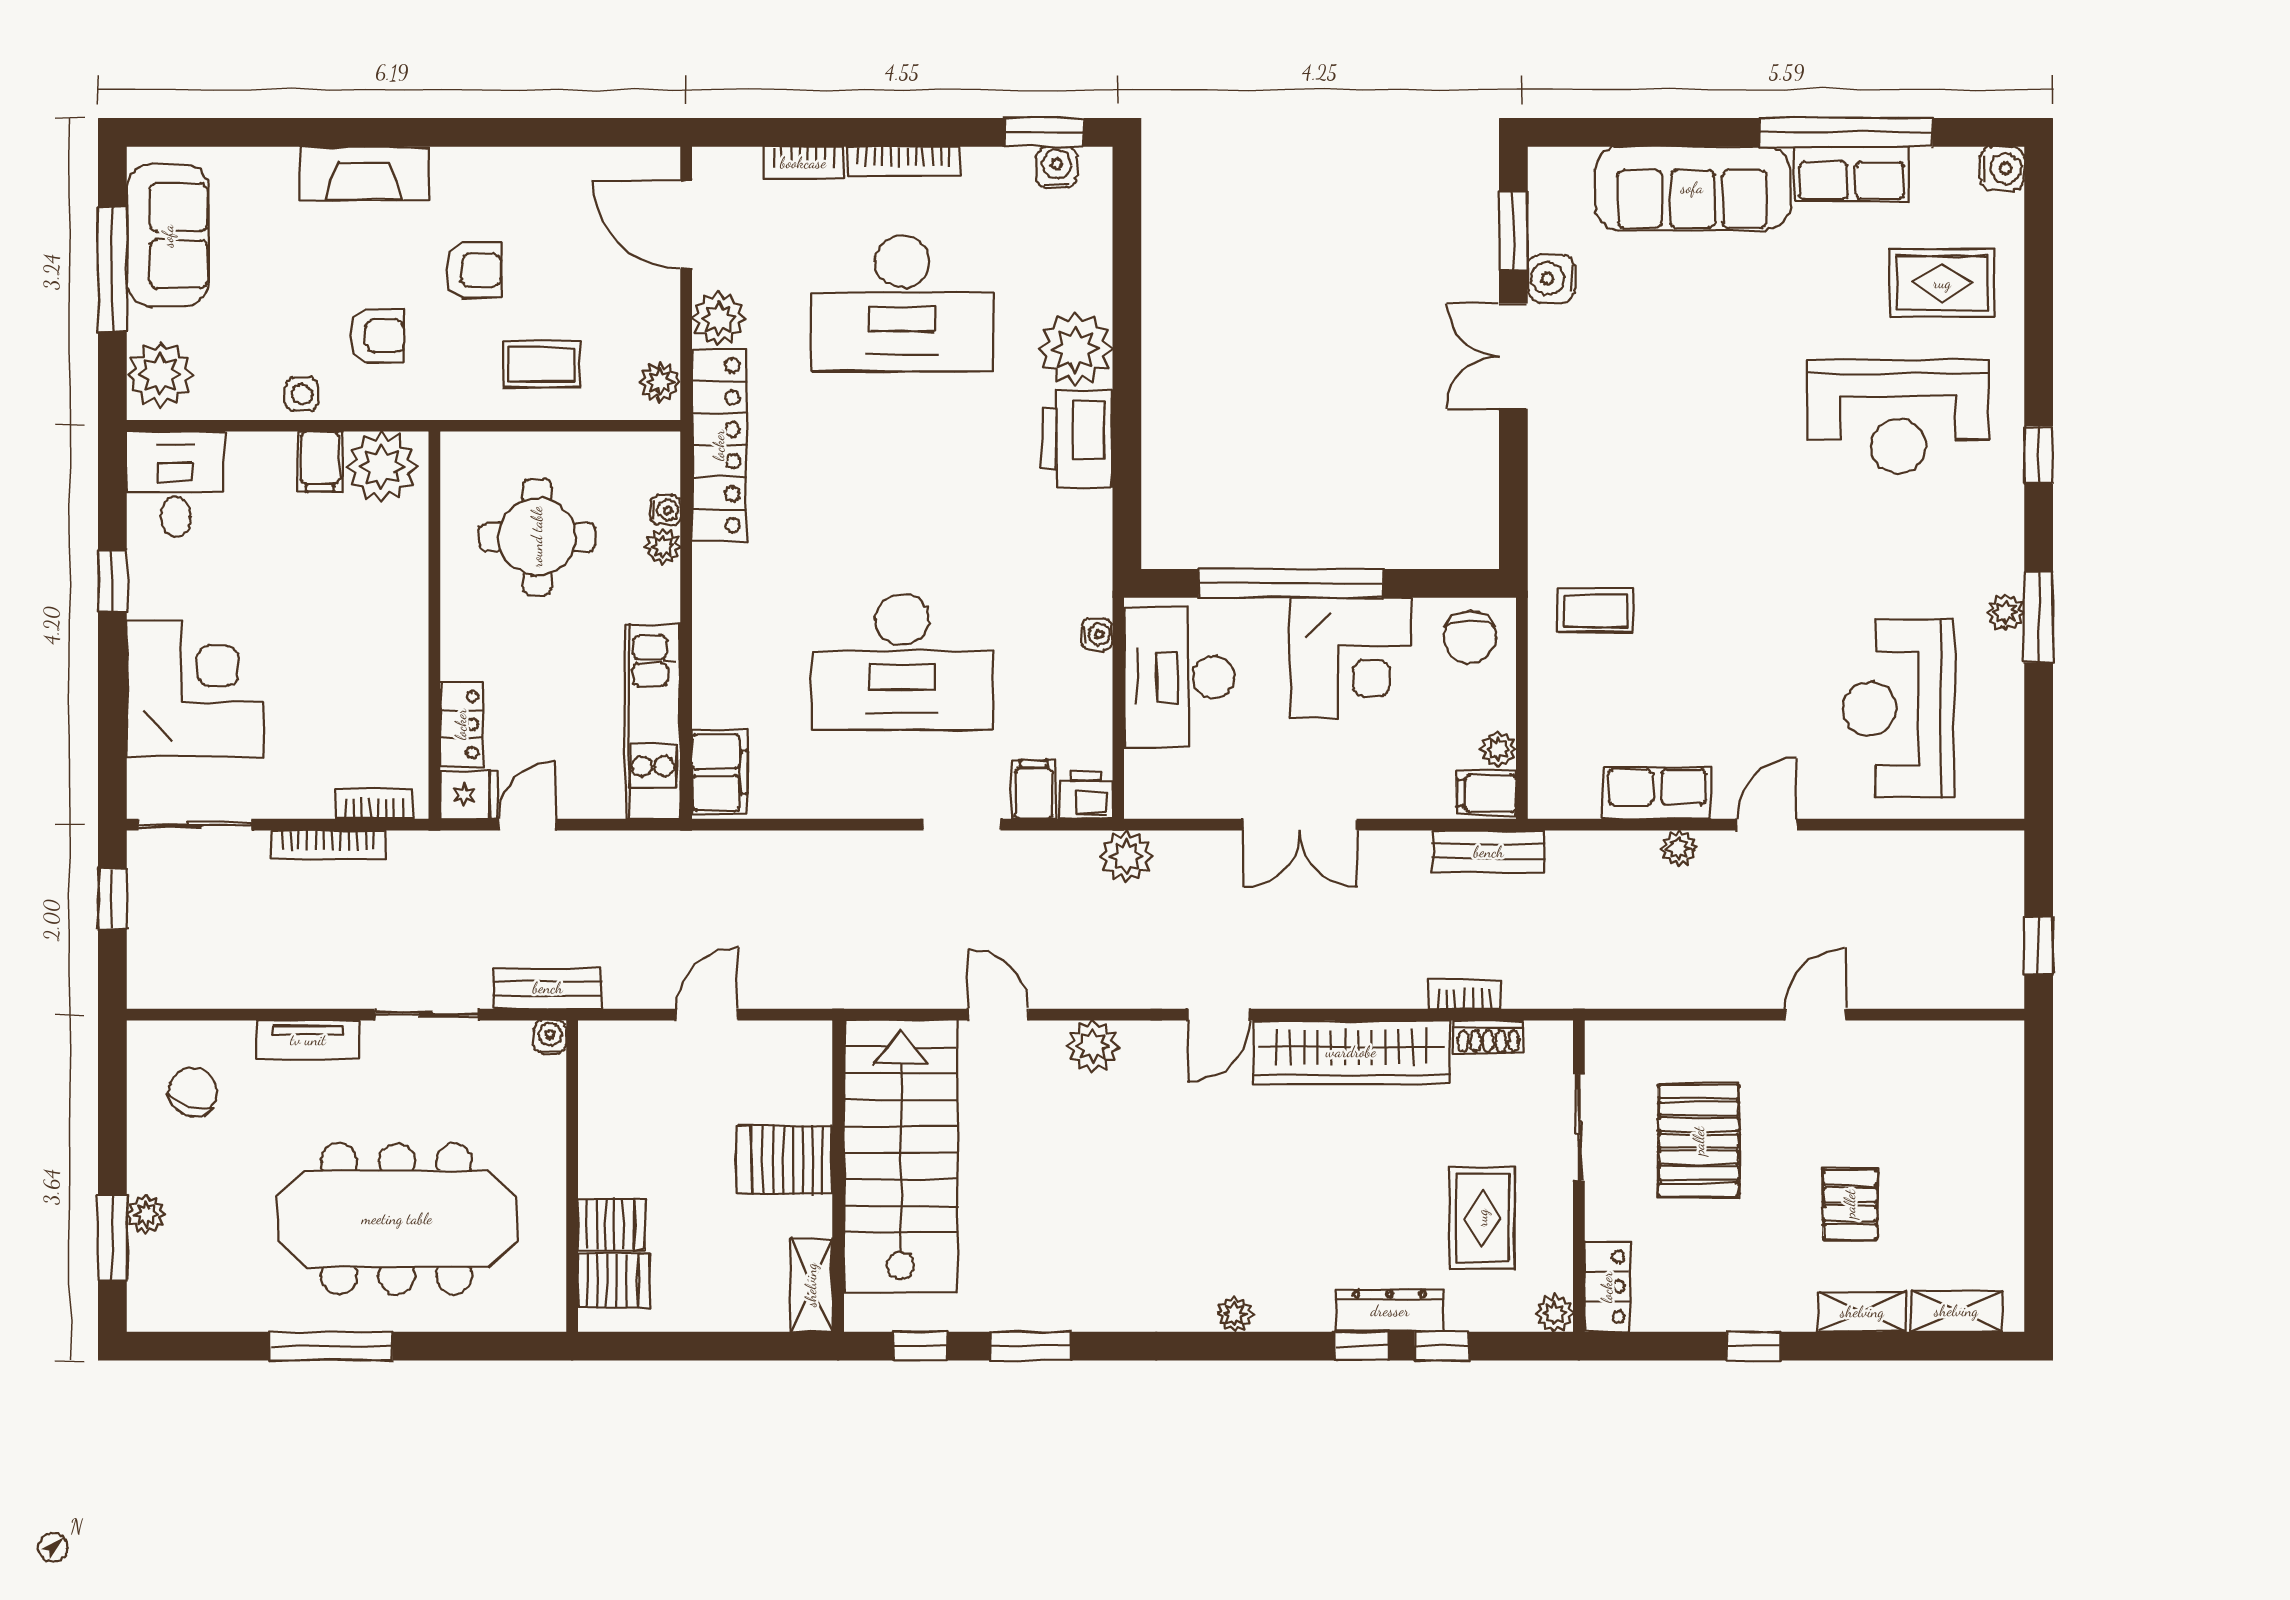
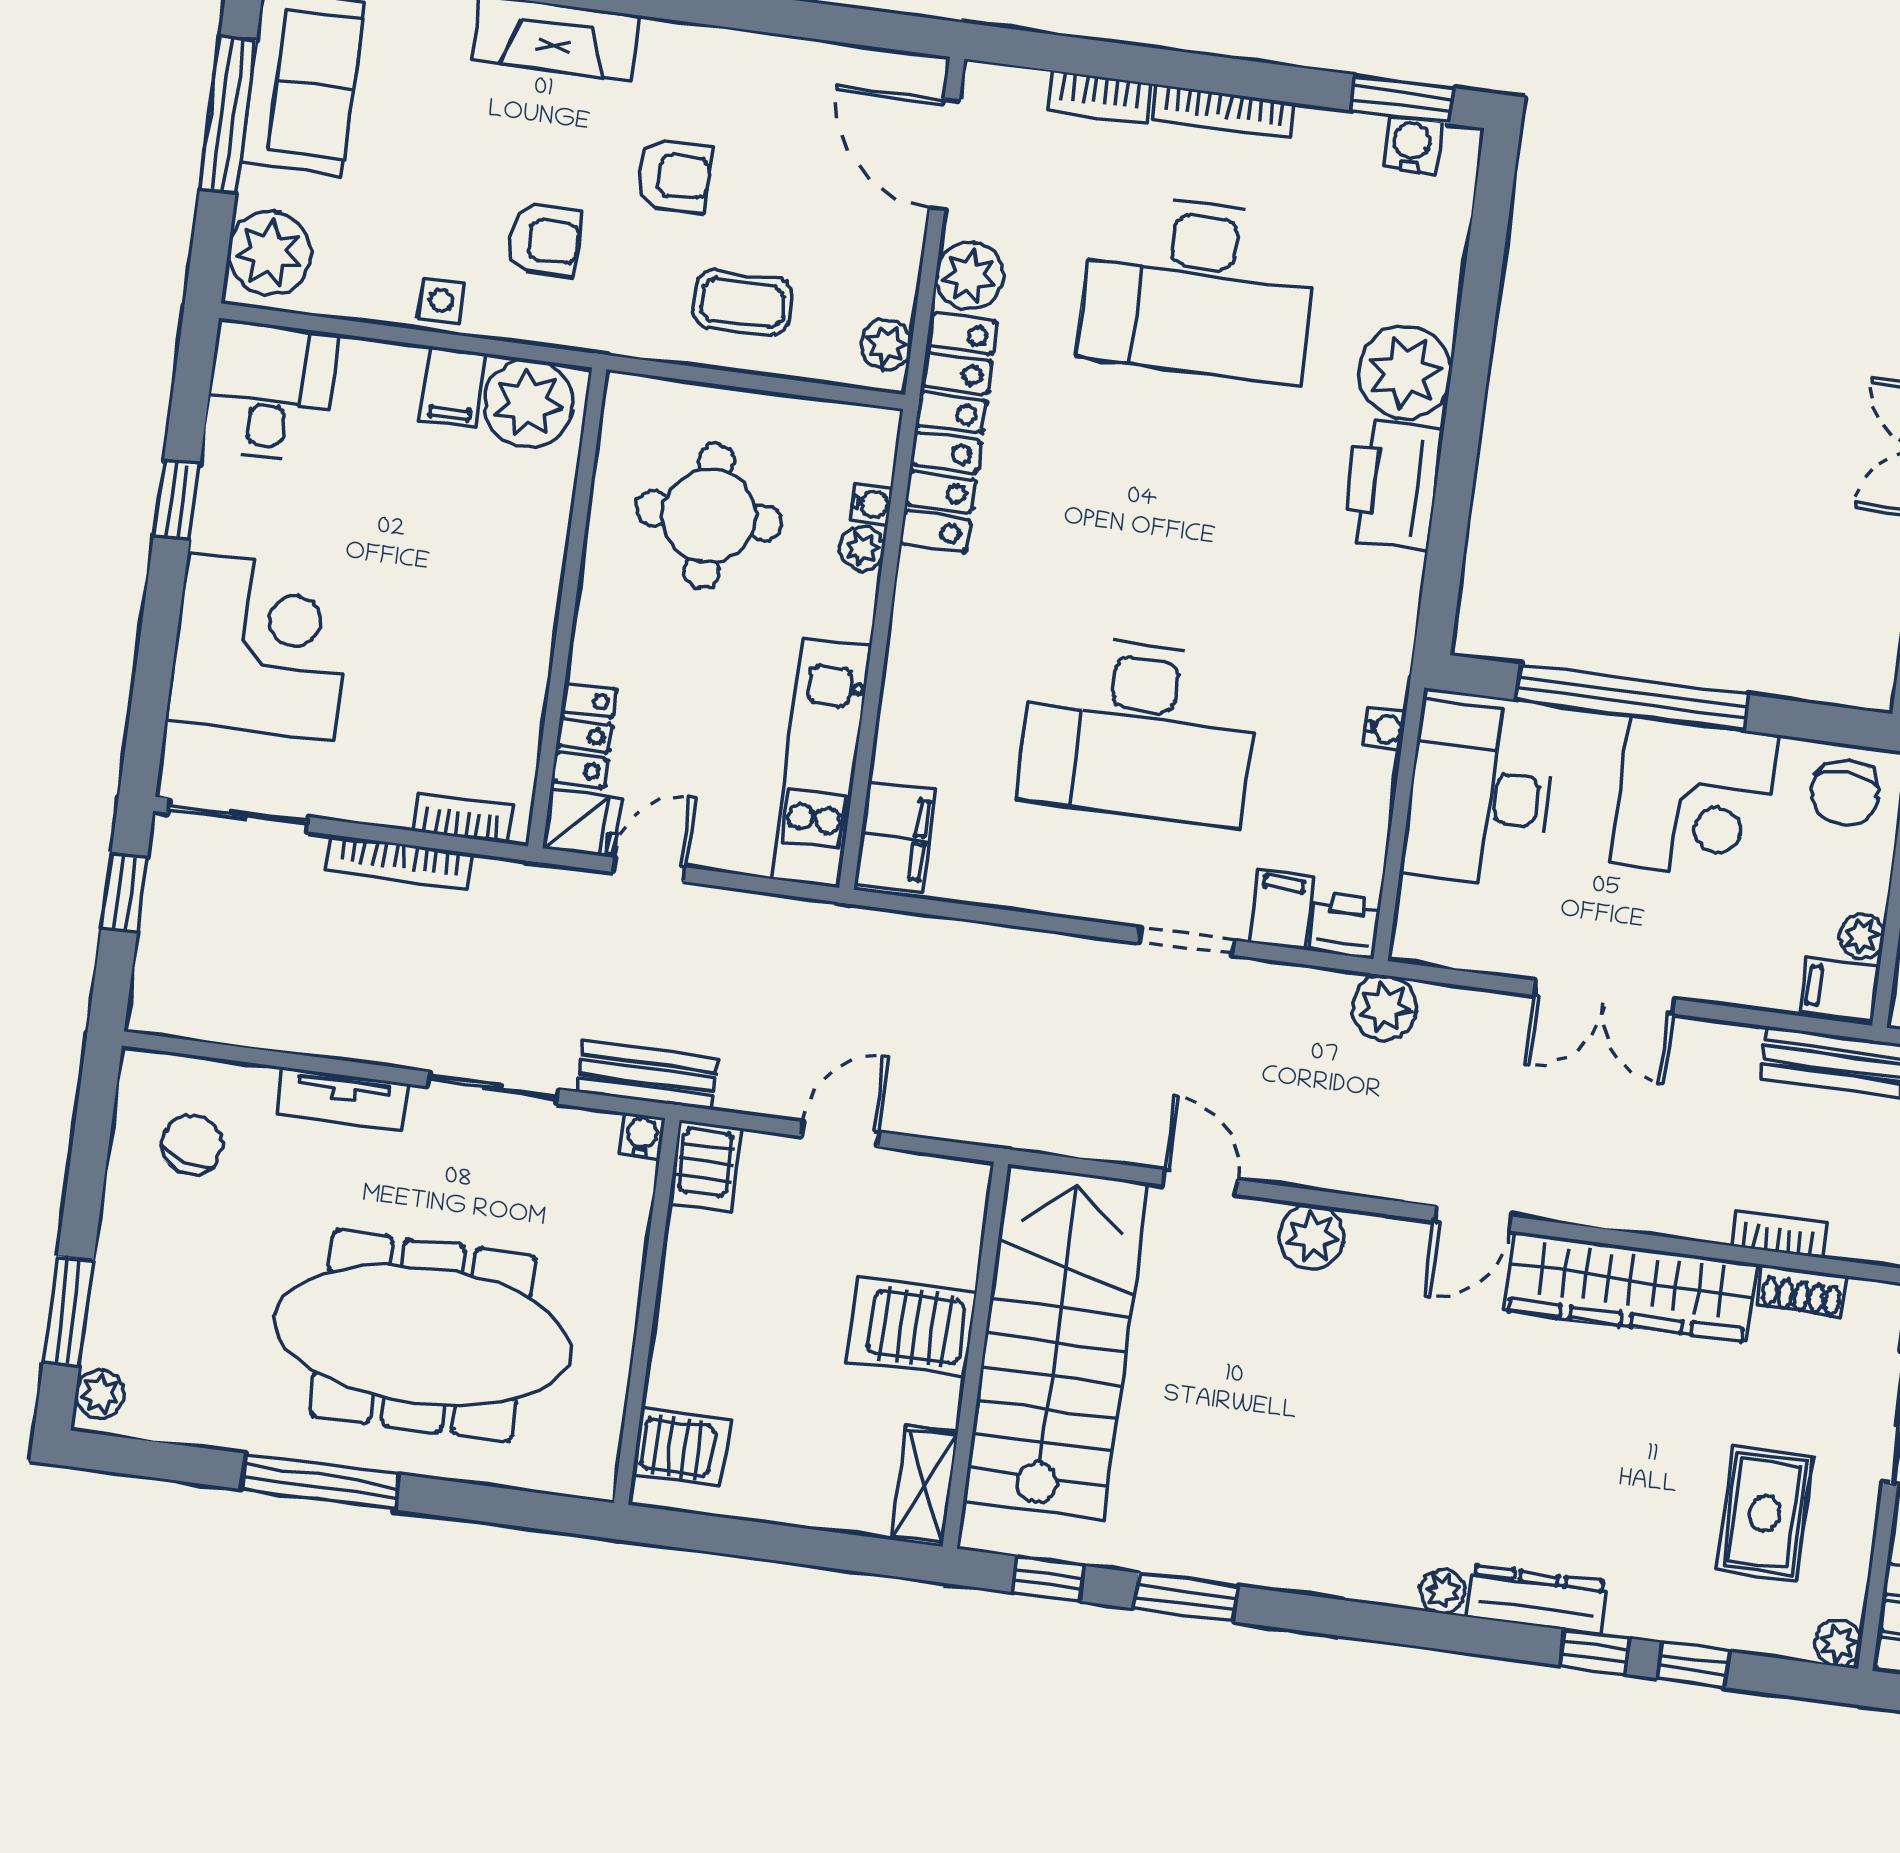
plant: (146, 1214) -> (100, 1394), moved
server rack: (611, 1224) -> (705, 1165), moved, turned 90
dresser: (1390, 1311) -> (1537, 1600), moved

